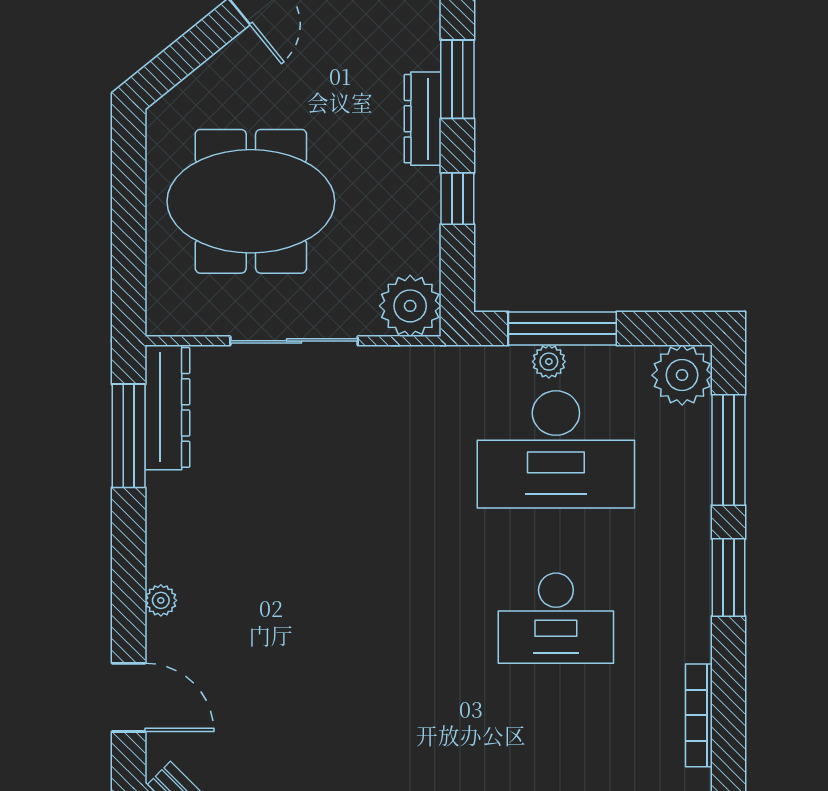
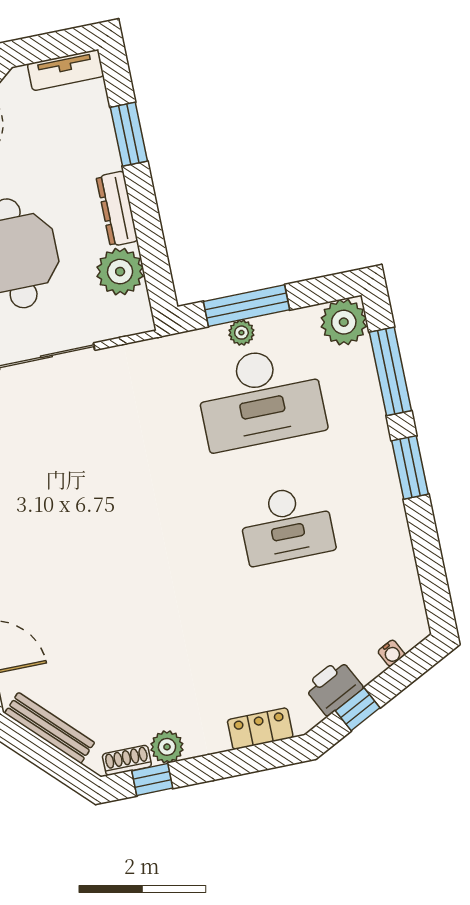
dresser: (423, 119) -> (117, 209), moved
window: (457, 199) -> (147, 224), removed
plant: (410, 306) -> (120, 272), moved
bookcase: (699, 715) -> (409, 576), removed

